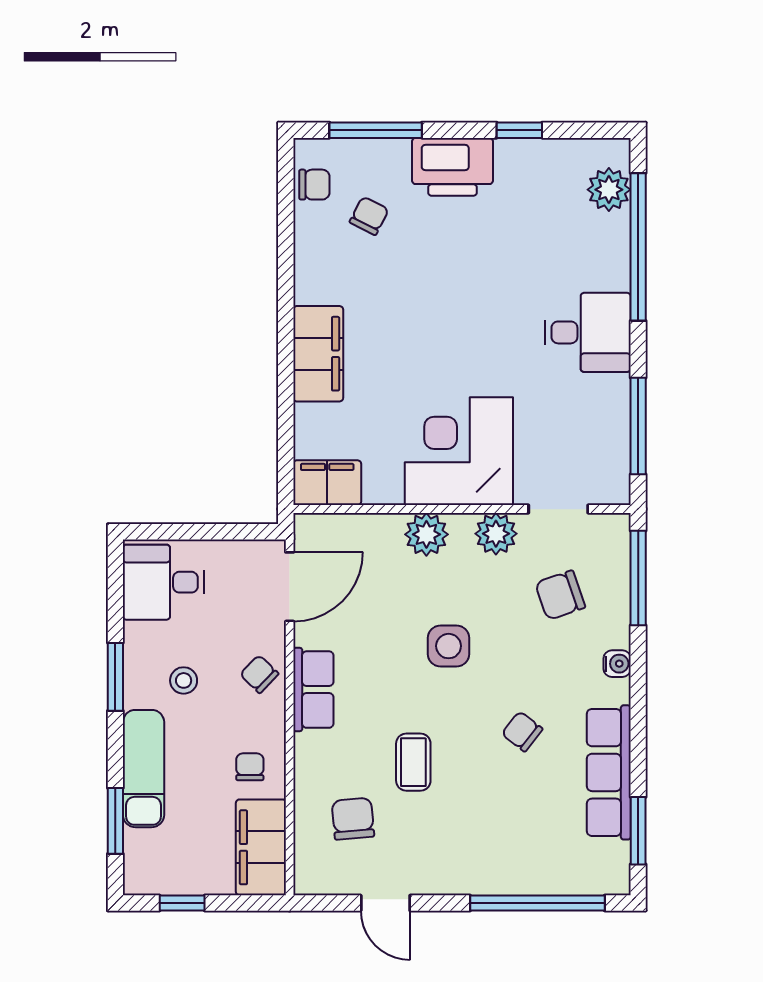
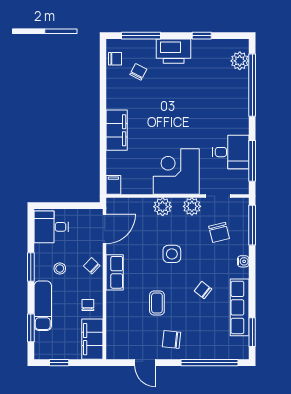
desk: (588, 332) -> (231, 152), moved
filing cabinet: (327, 483) -> (113, 185), width x0.50
chair: (560, 595) -> (219, 232), turned -85
chair: (353, 819) -> (171, 339), moved, turned -79

